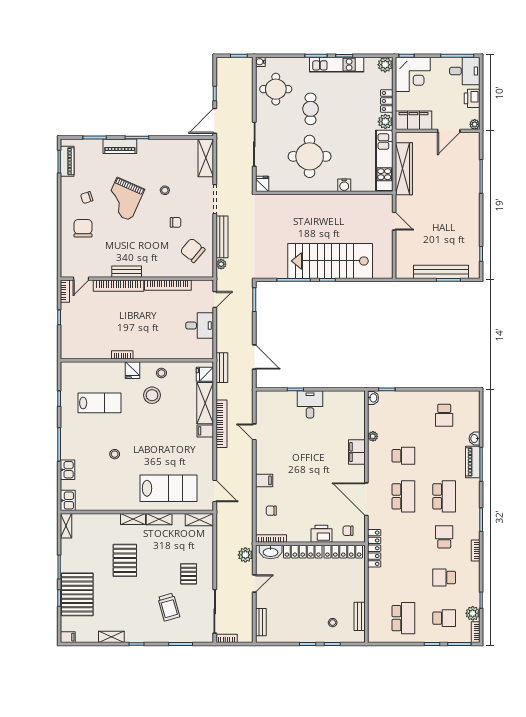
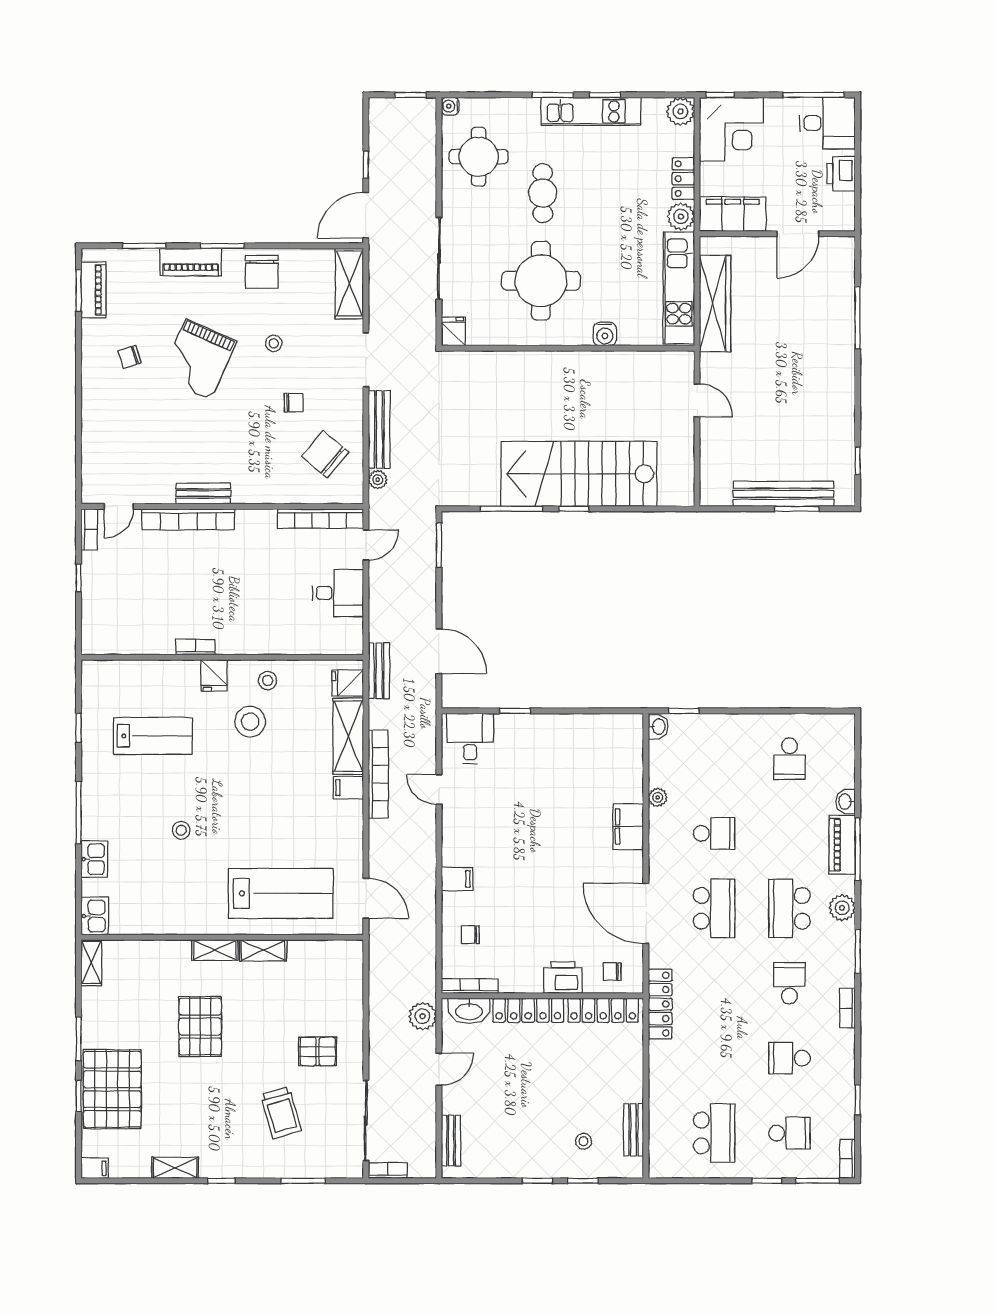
plant: (475, 124) -> (846, 222), removed
chair: (83, 228) -> (262, 272), moved, turned 180
bookcase: (168, 285) -> (320, 519), moved
desk: (310, 404) -> (470, 739), moved
school desk: (444, 496) -> (789, 908), turned 180
shelving: (199, 520) -> (338, 951), removed
pallet: (189, 574) -> (318, 1051), turned 90
plant: (473, 613) -> (842, 908), moved

